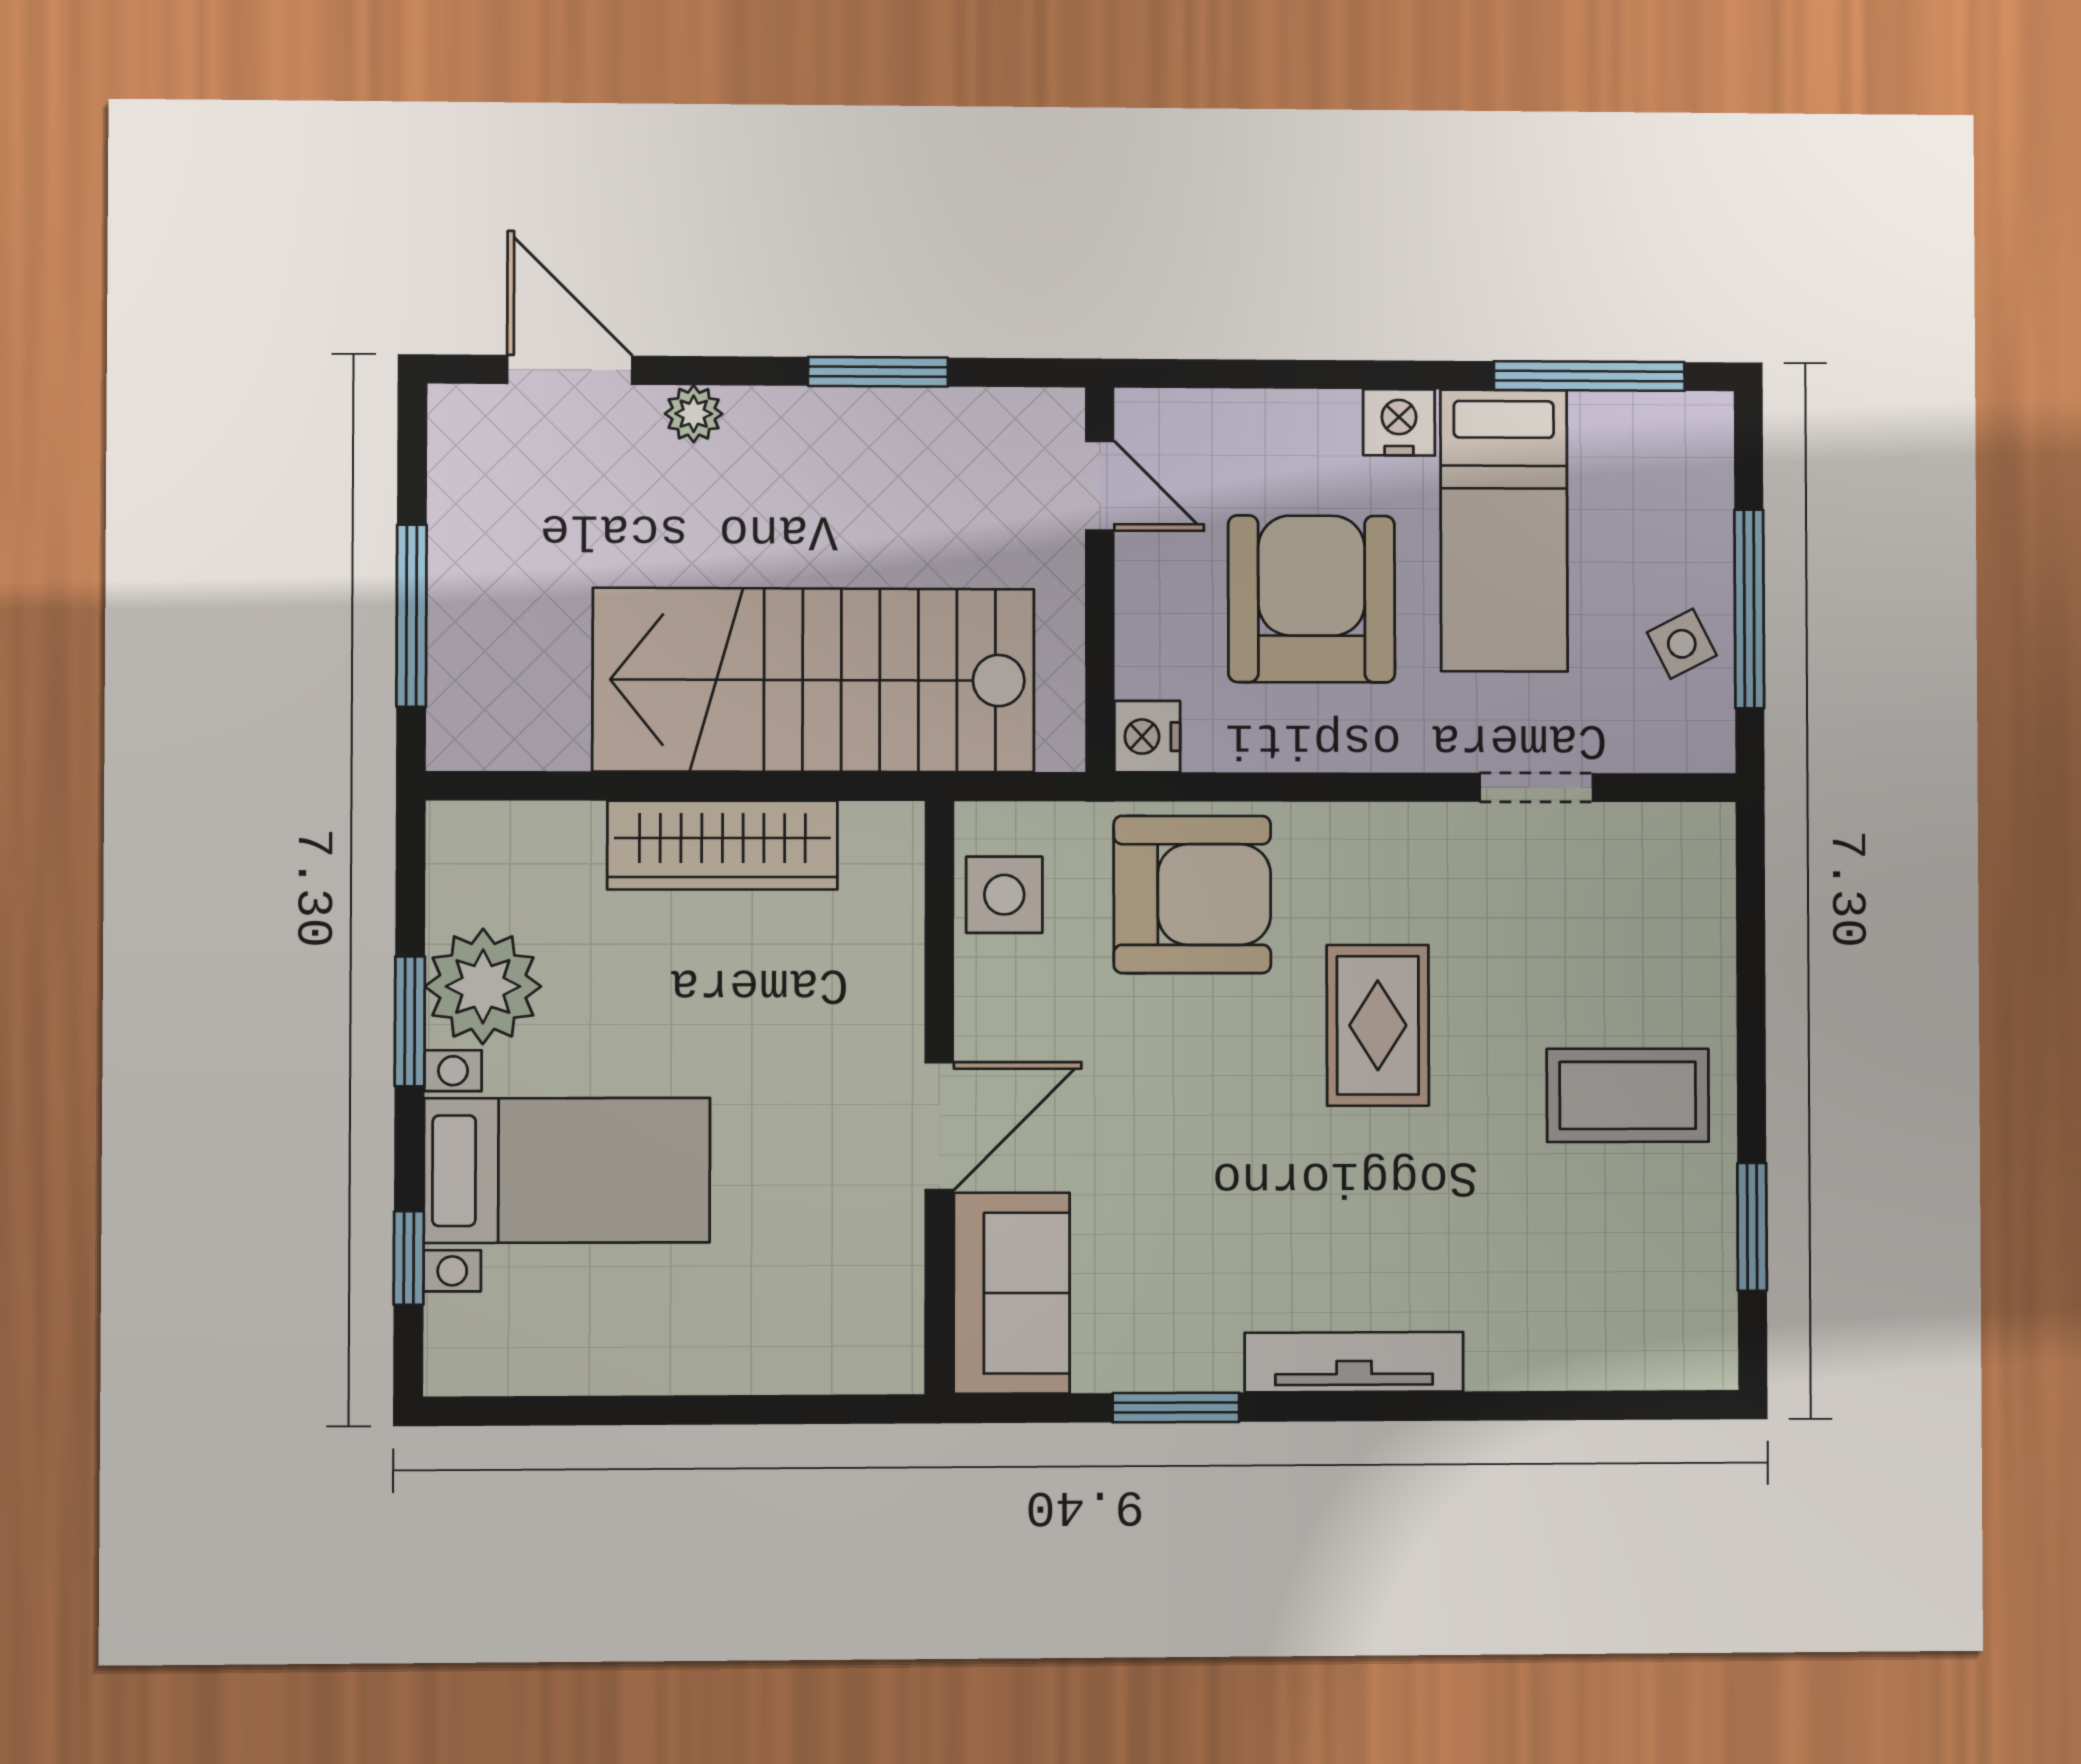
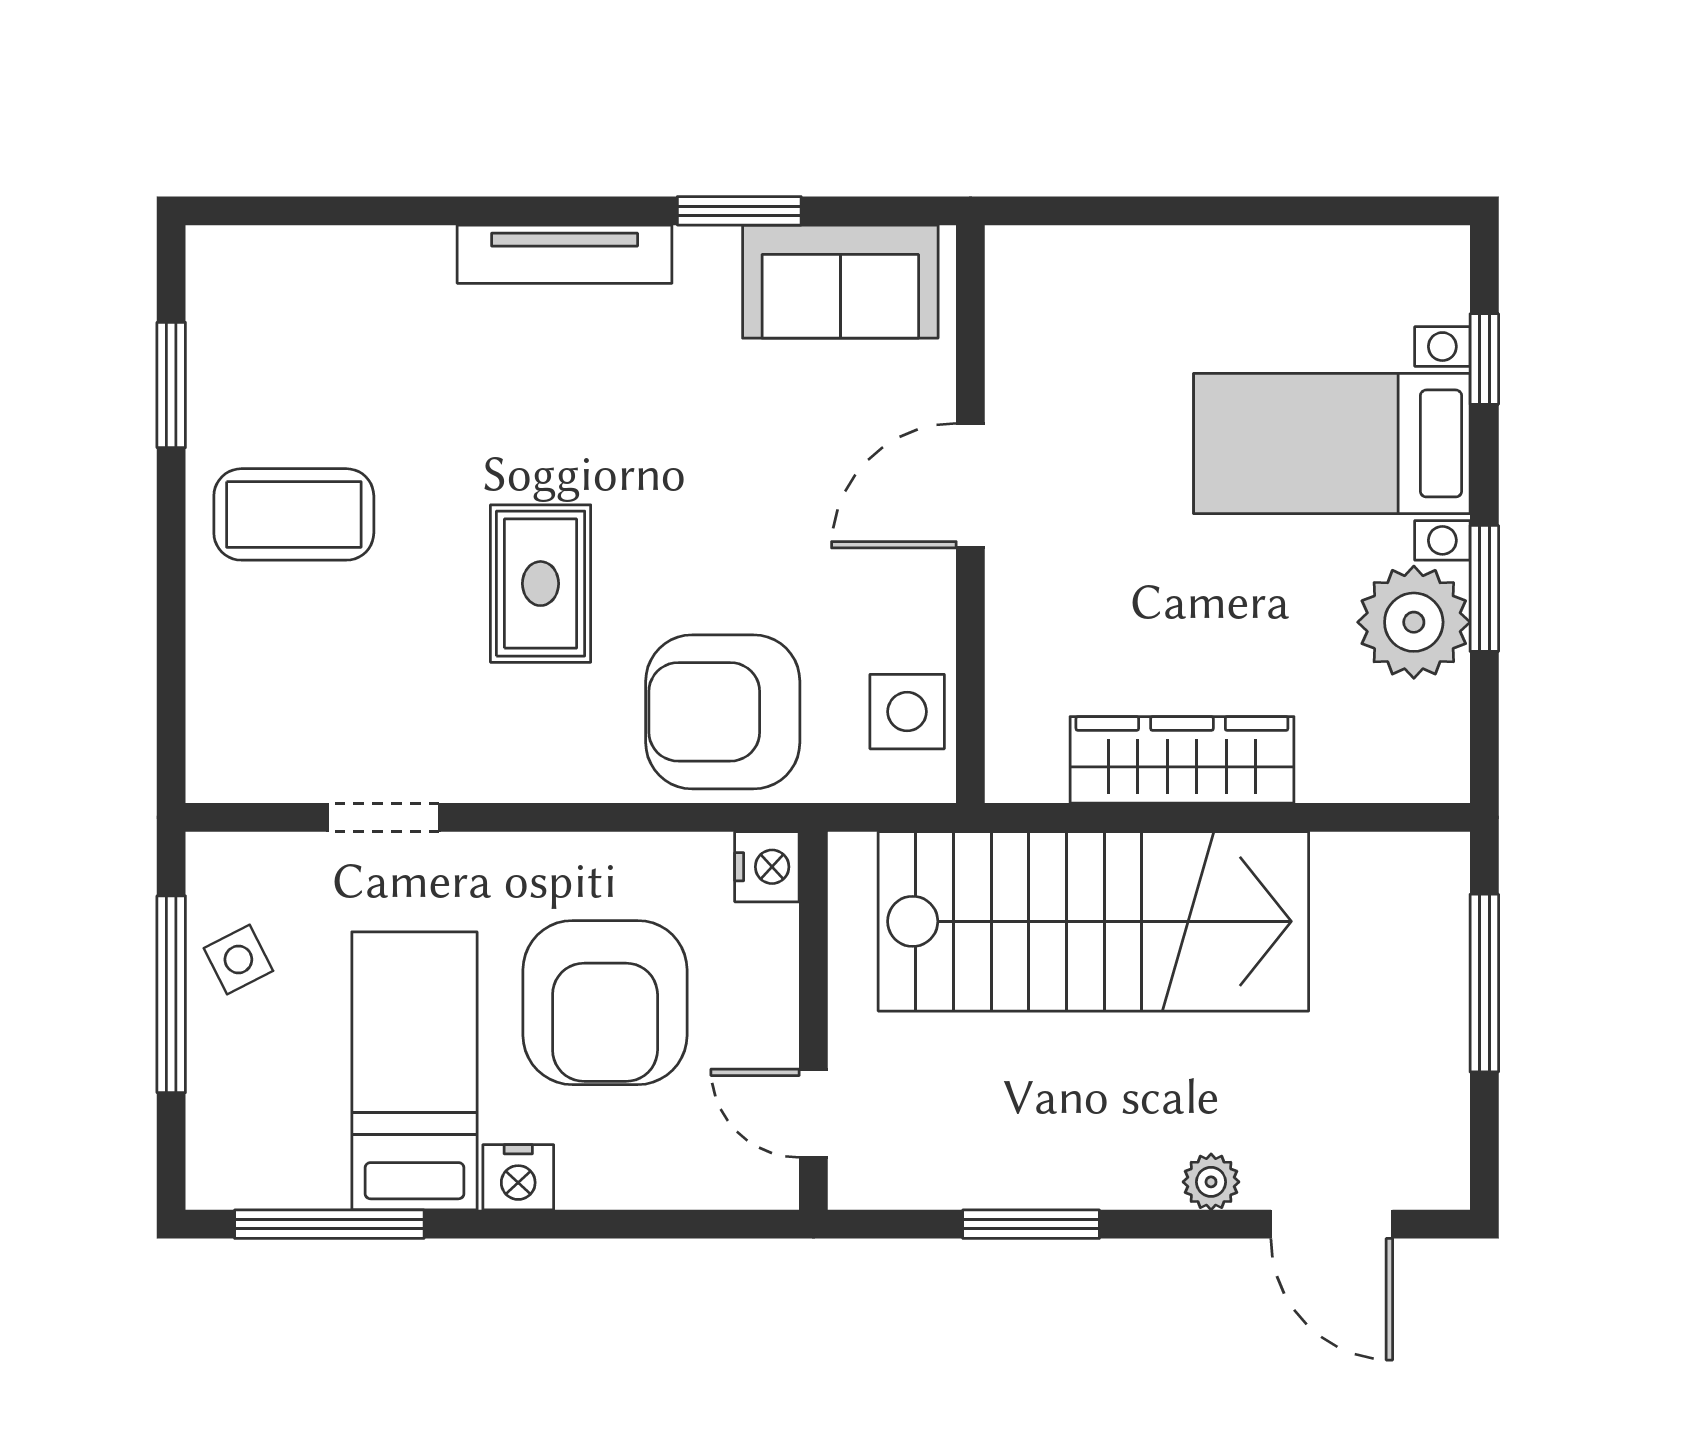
sofa: (1012, 1293) -> (840, 282), moved, turned -90

